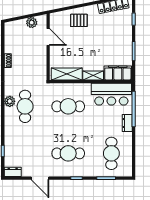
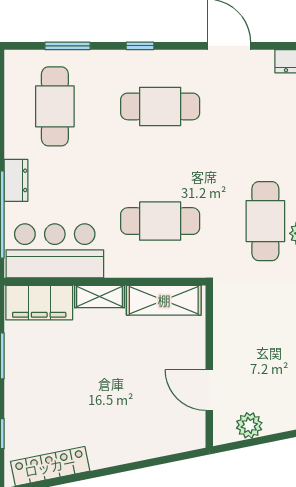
pallet: (79, 20) -> (134, 431), removed

